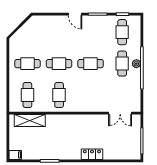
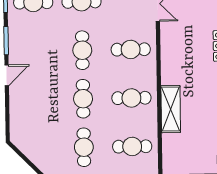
cafe table: (91, 95) -> (131, 49), added
shelving: (30, 120) -> (171, 109), moved

